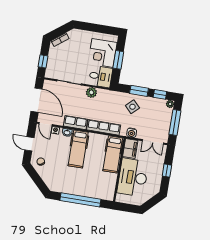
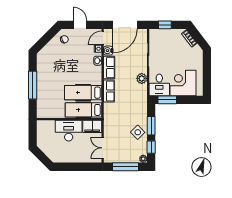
window: (118, 60) -> (167, 100), moved
side table: (132, 107) -> (138, 132), moved
row of seats: (104, 127) -> (109, 91), width x0.68
water cooler: (132, 133) -> (108, 51), moved
door: (29, 144) -> (80, 25), hinge flipped
hospital bed: (78, 149) -> (83, 93), moved
window: (167, 171) -> (76, 167), removed
desk: (133, 177) -> (69, 131), width x0.73, depth x0.77
window: (80, 200) -> (33, 85), width x0.68

